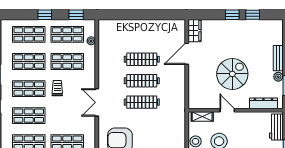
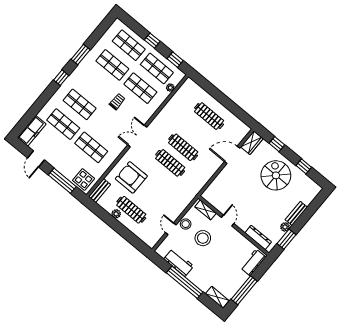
window: (232, 15) -> (277, 144), moved
clothes rail: (142, 59) -> (209, 116), moved
spiral stairs: (232, 74) -> (276, 175), moved, turned -90
shop shelf: (29, 89) -> (96, 85), removed

